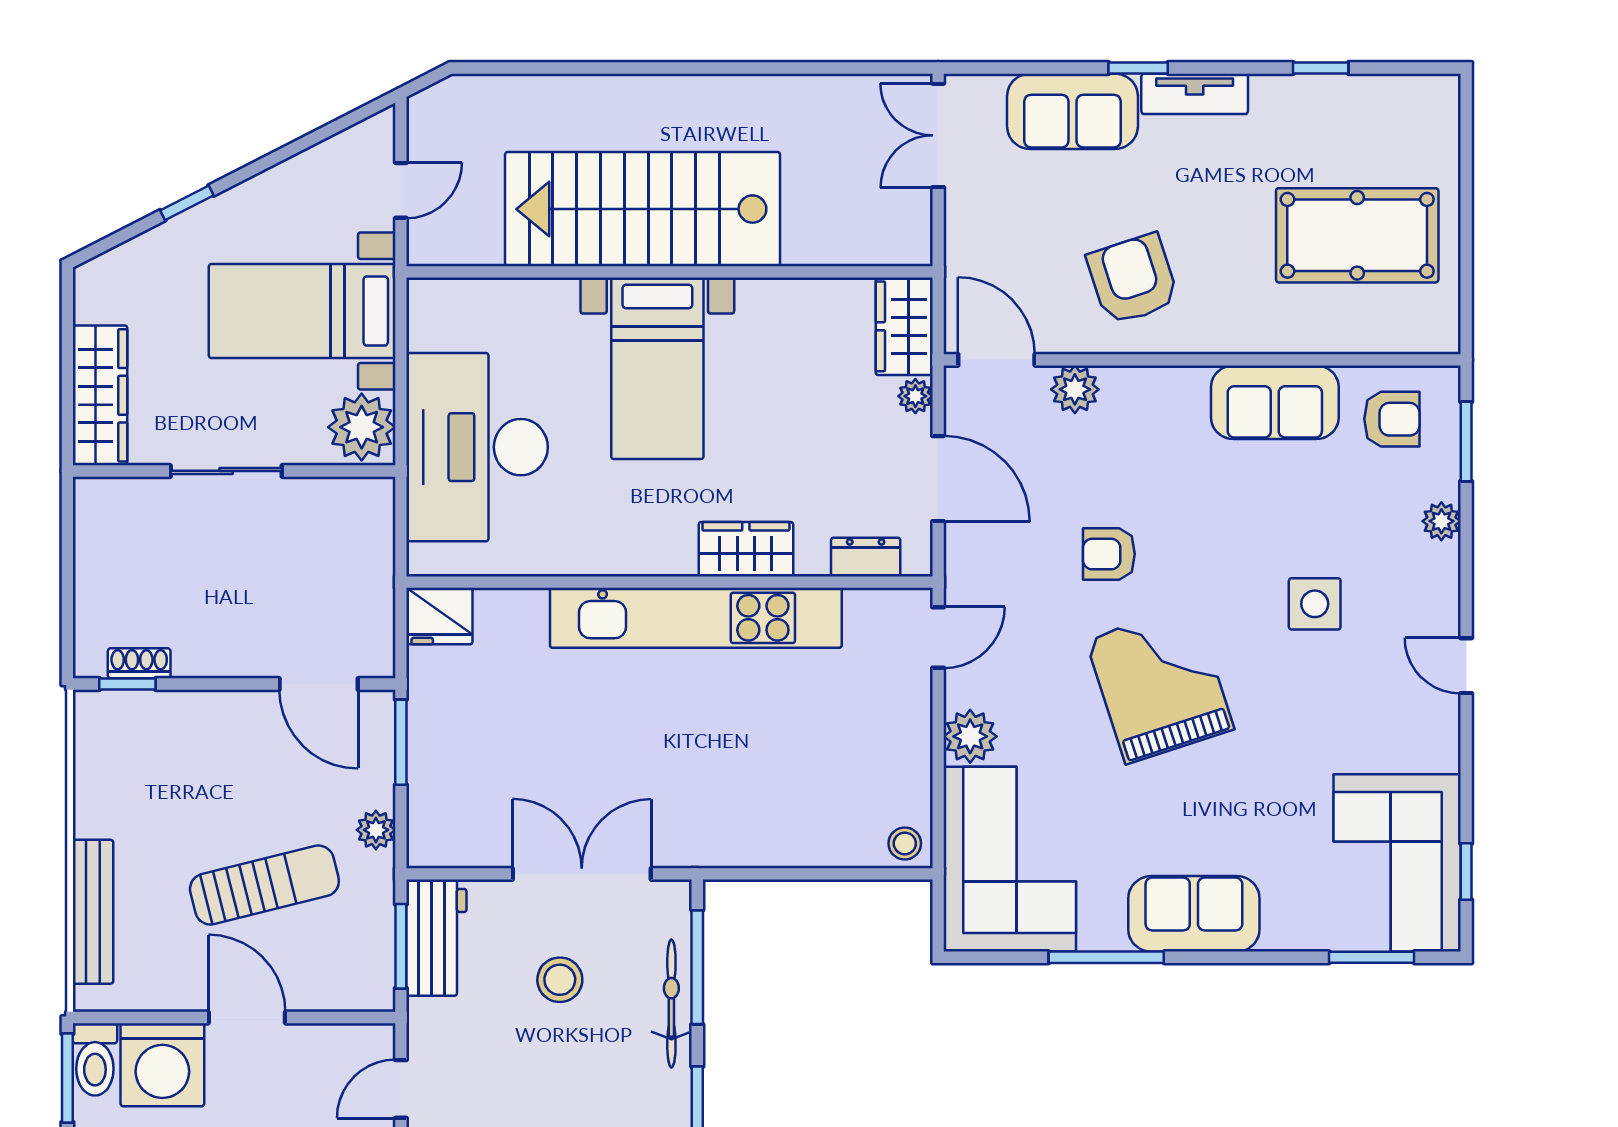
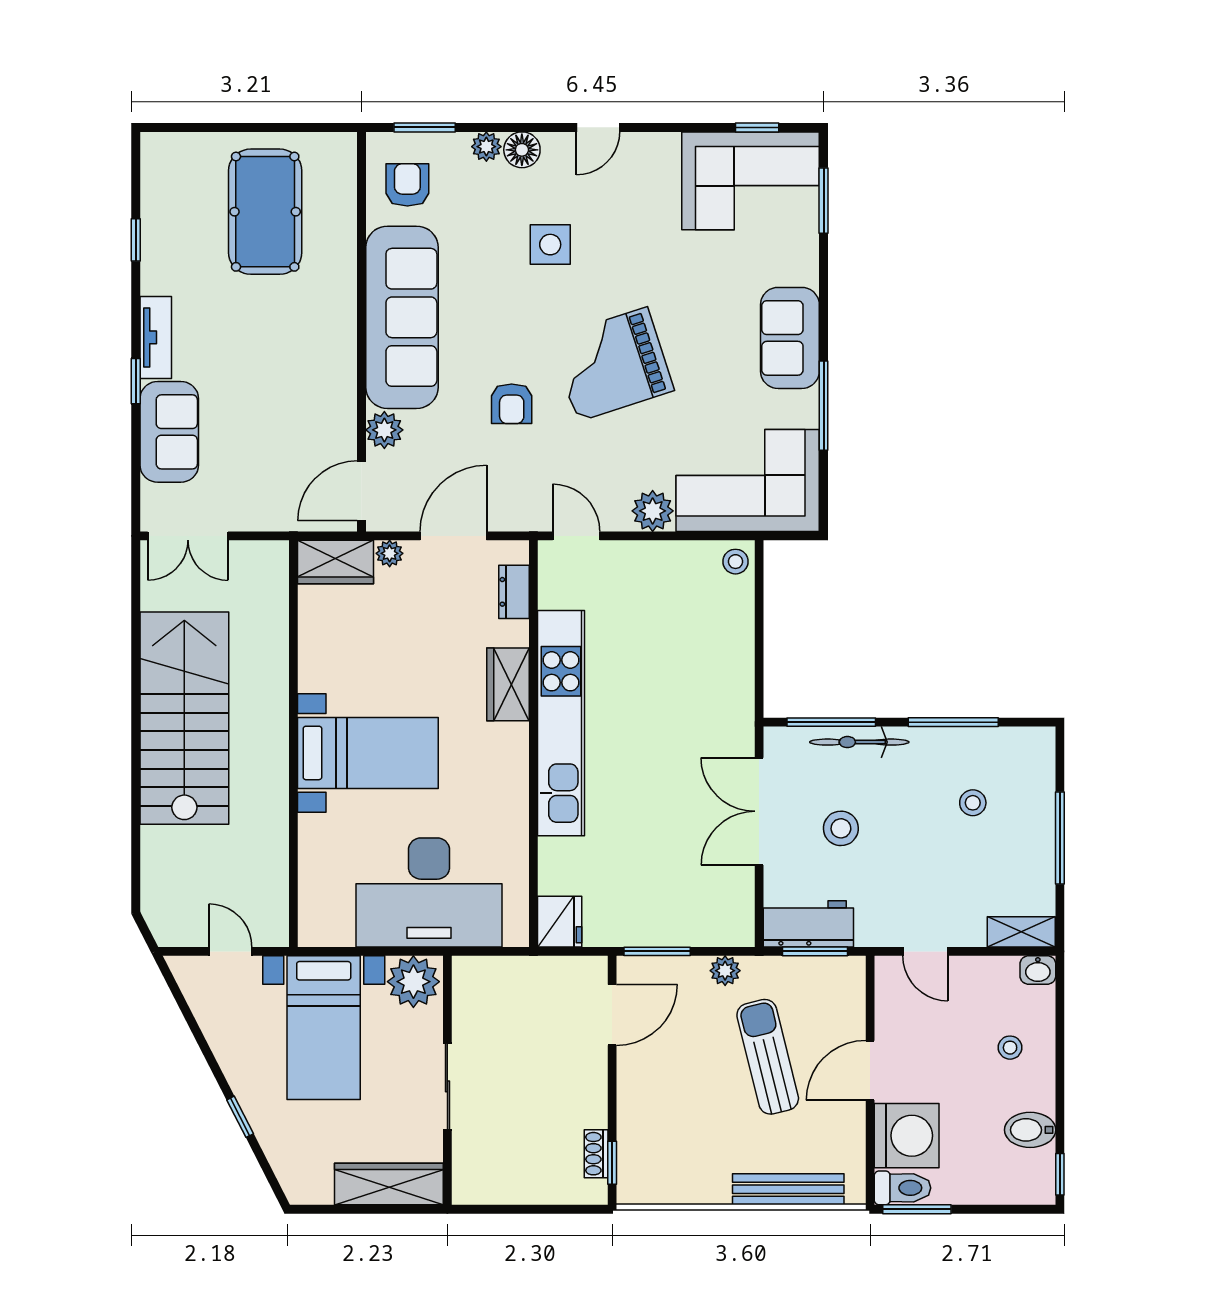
stairs: (643, 209) -> (184, 718), moved, turned 180
armchair: (1133, 279) -> (299, 385), removed
sofa: (1275, 402) -> (402, 317), width x1.85, depth x1.27
floor lamp: (1437, 567) -> (522, 150), added

